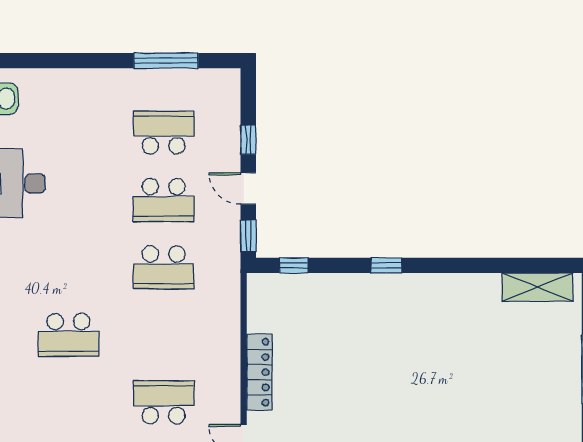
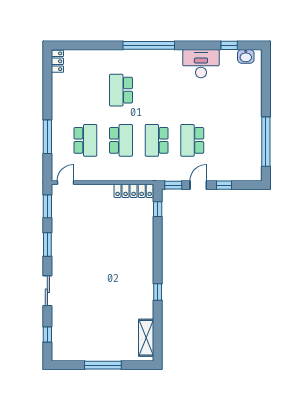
window: (166, 61) -> (266, 142), width x1.46
school desk: (164, 133) -> (121, 140), moved
window: (386, 265) -> (158, 292), moved
locker: (259, 372) -> (134, 191), moved

